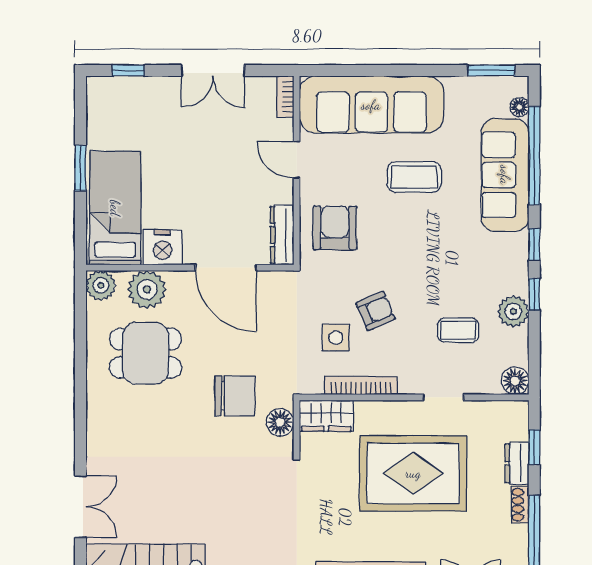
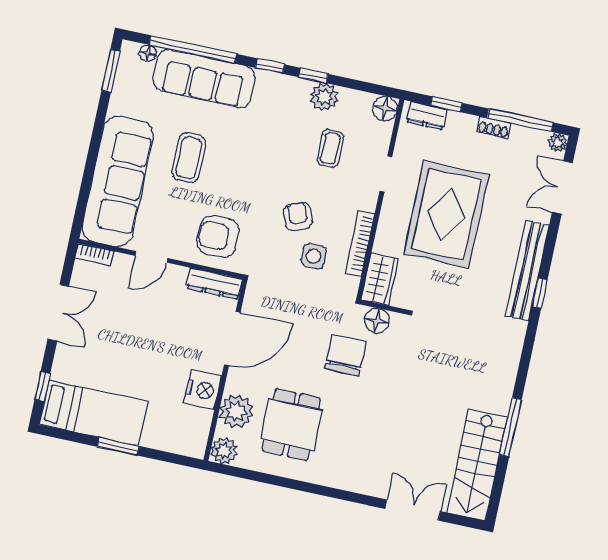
bed: (115, 208) -> (93, 413), moved, turned 180
dresser: (517, 463) -> (427, 116), moved

